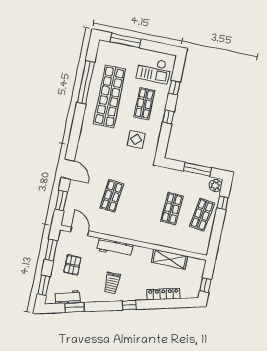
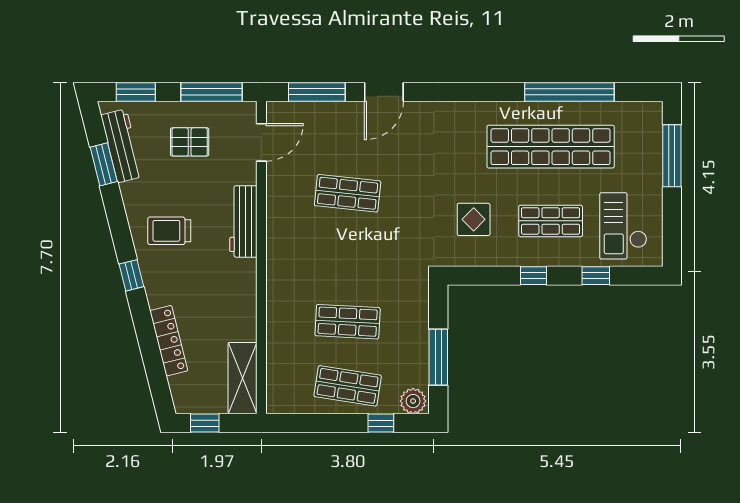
window: (61, 201) -> (317, 92), width x1.44
window: (51, 250) -> (212, 92), width x1.44
shelving: (170, 259) -> (243, 378), moved
workbench: (68, 297) -> (122, 146), width x1.38

